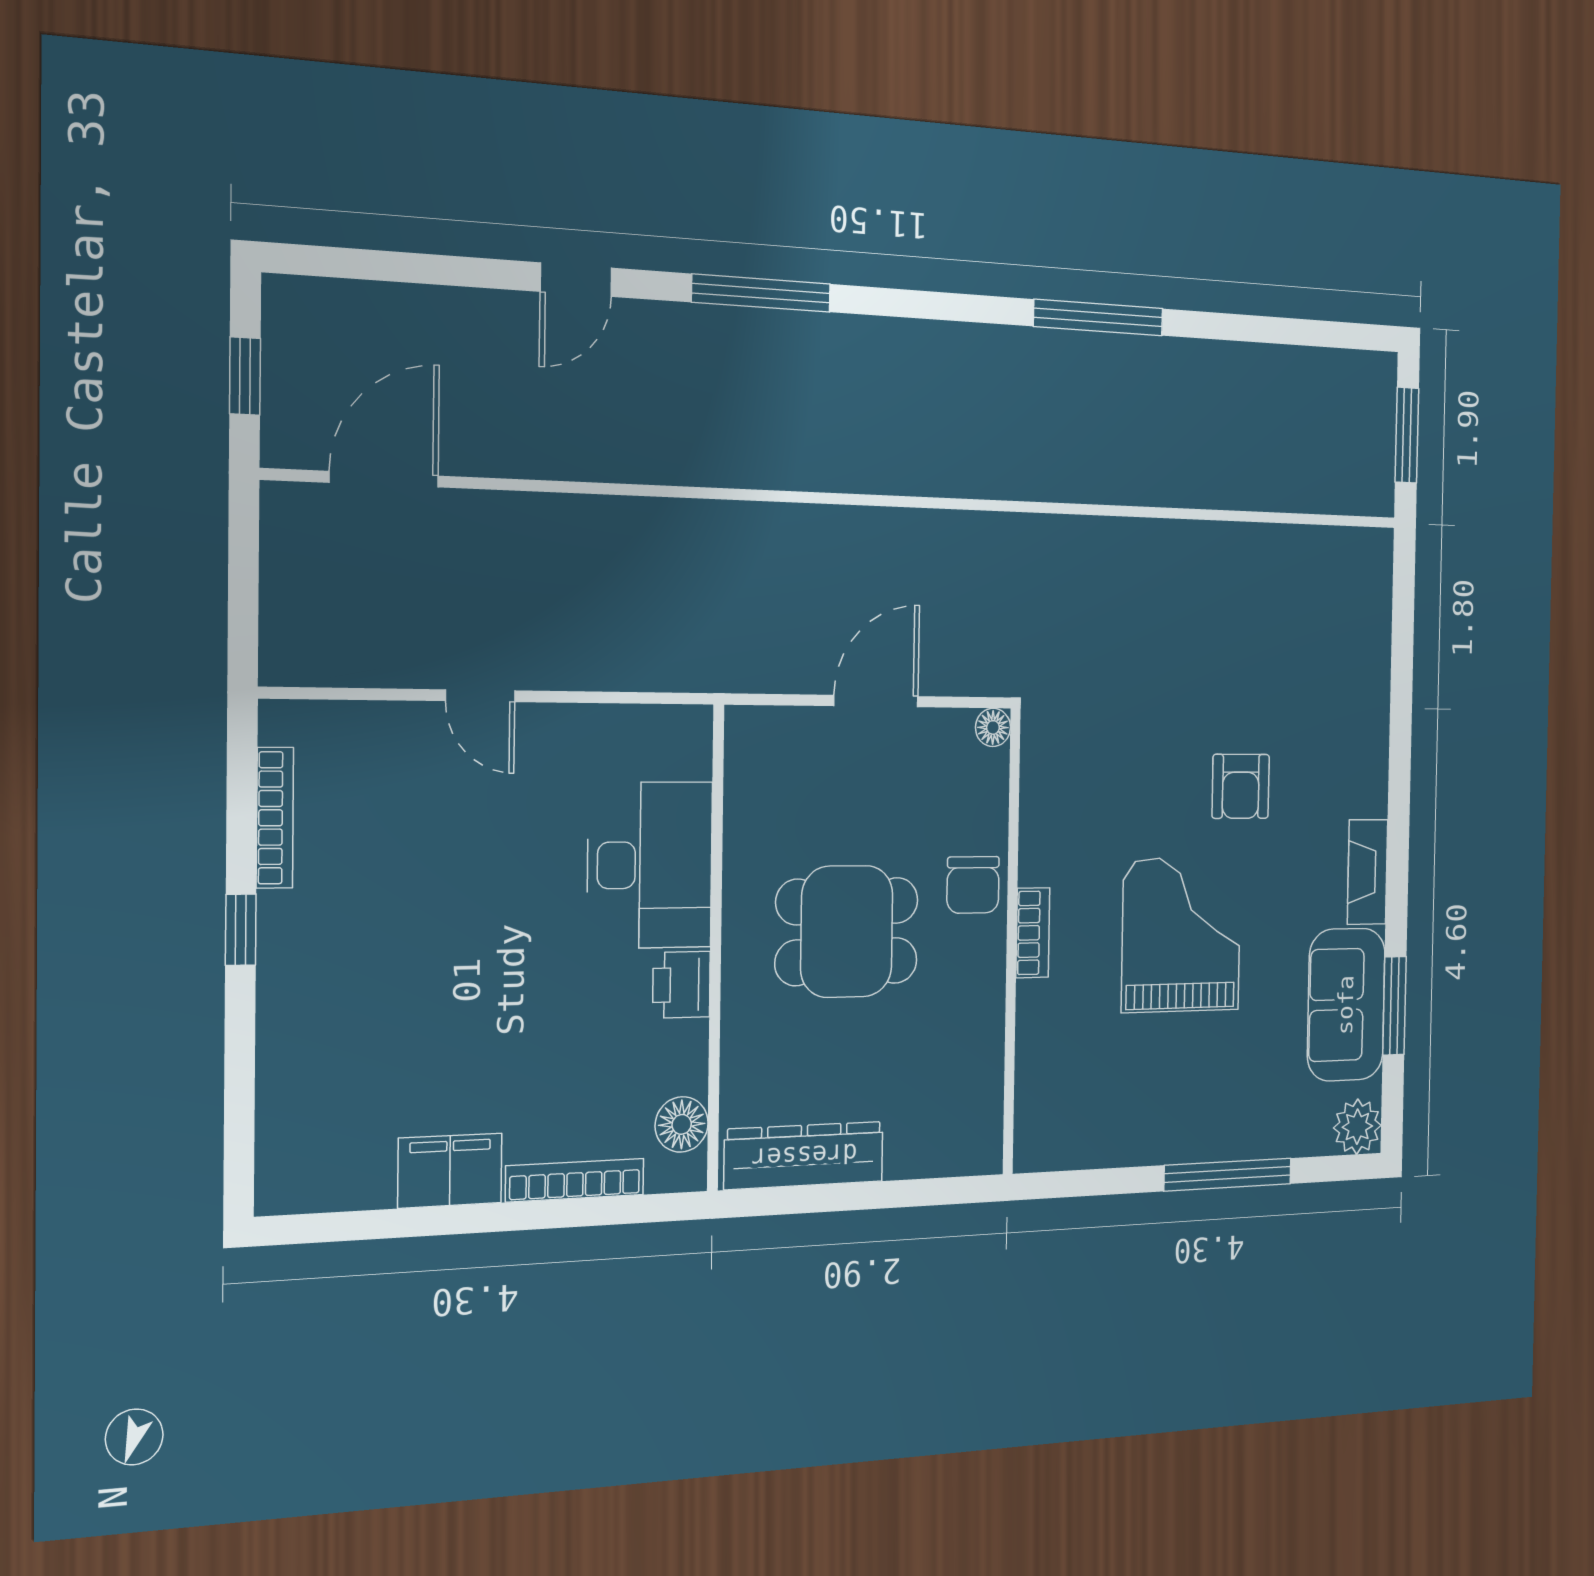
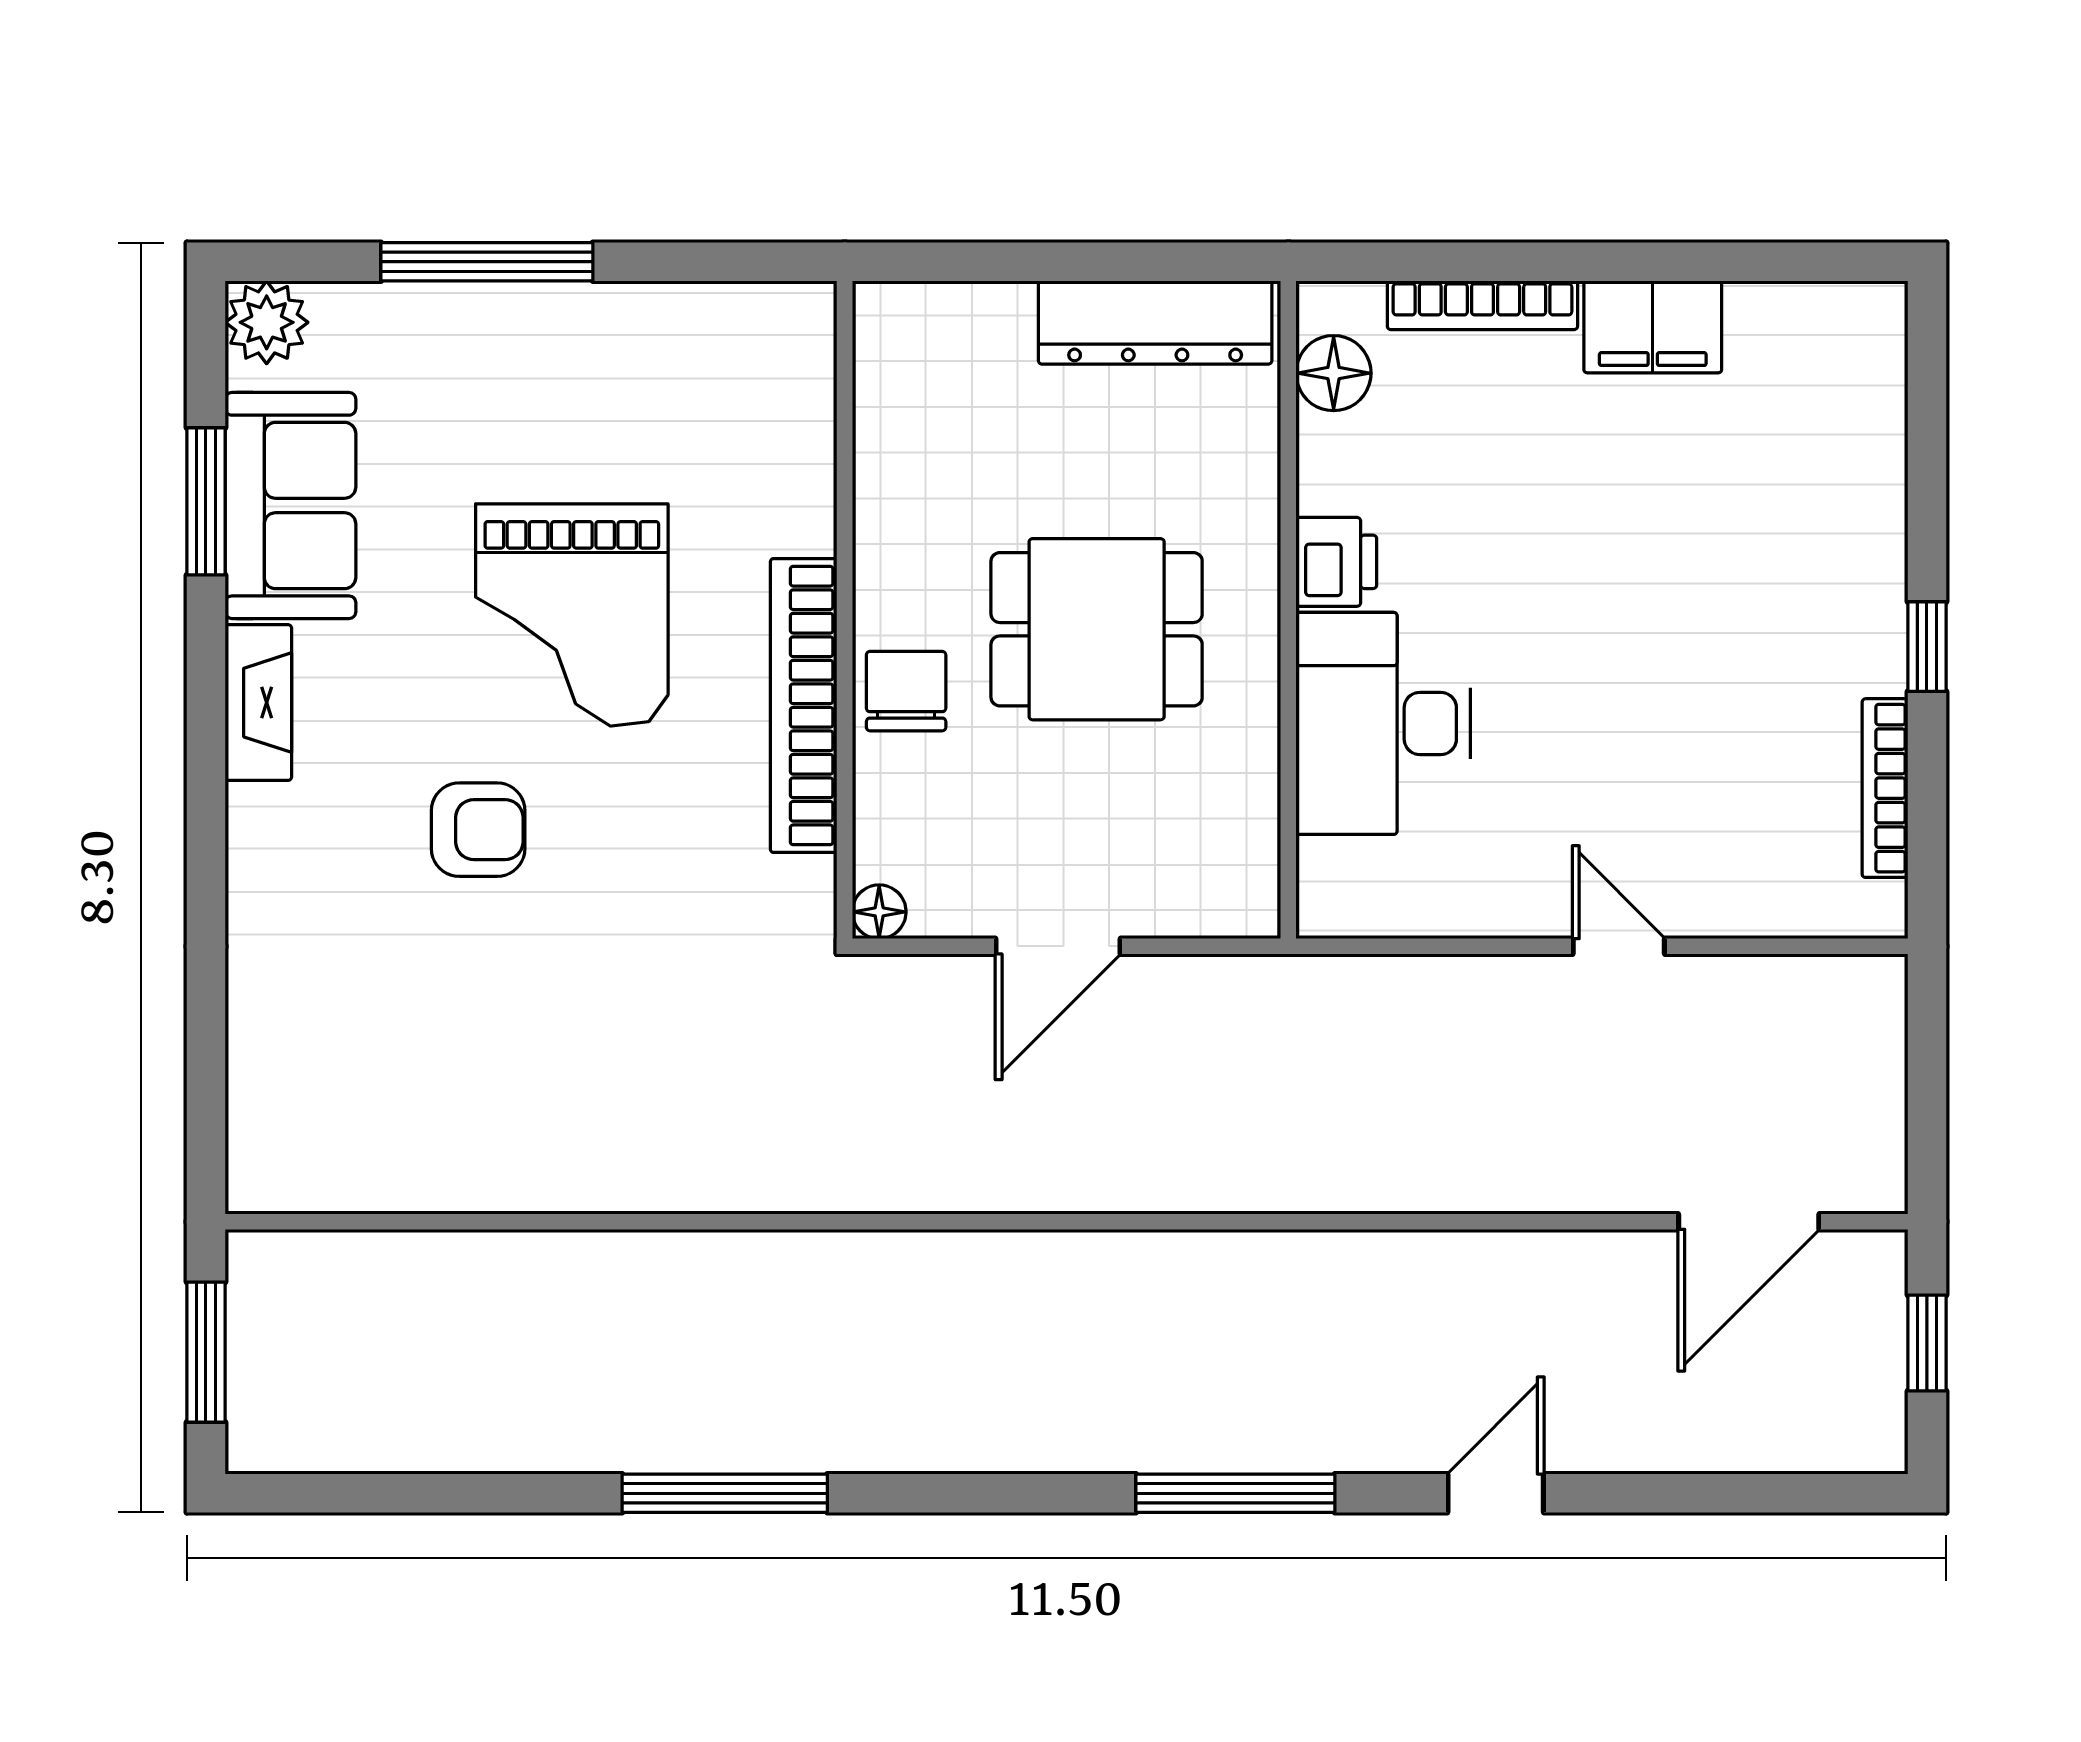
armchair: (1241, 786) -> (478, 830), turned 90
bookcase: (1033, 933) -> (804, 705), width x2.31, depth x1.31

